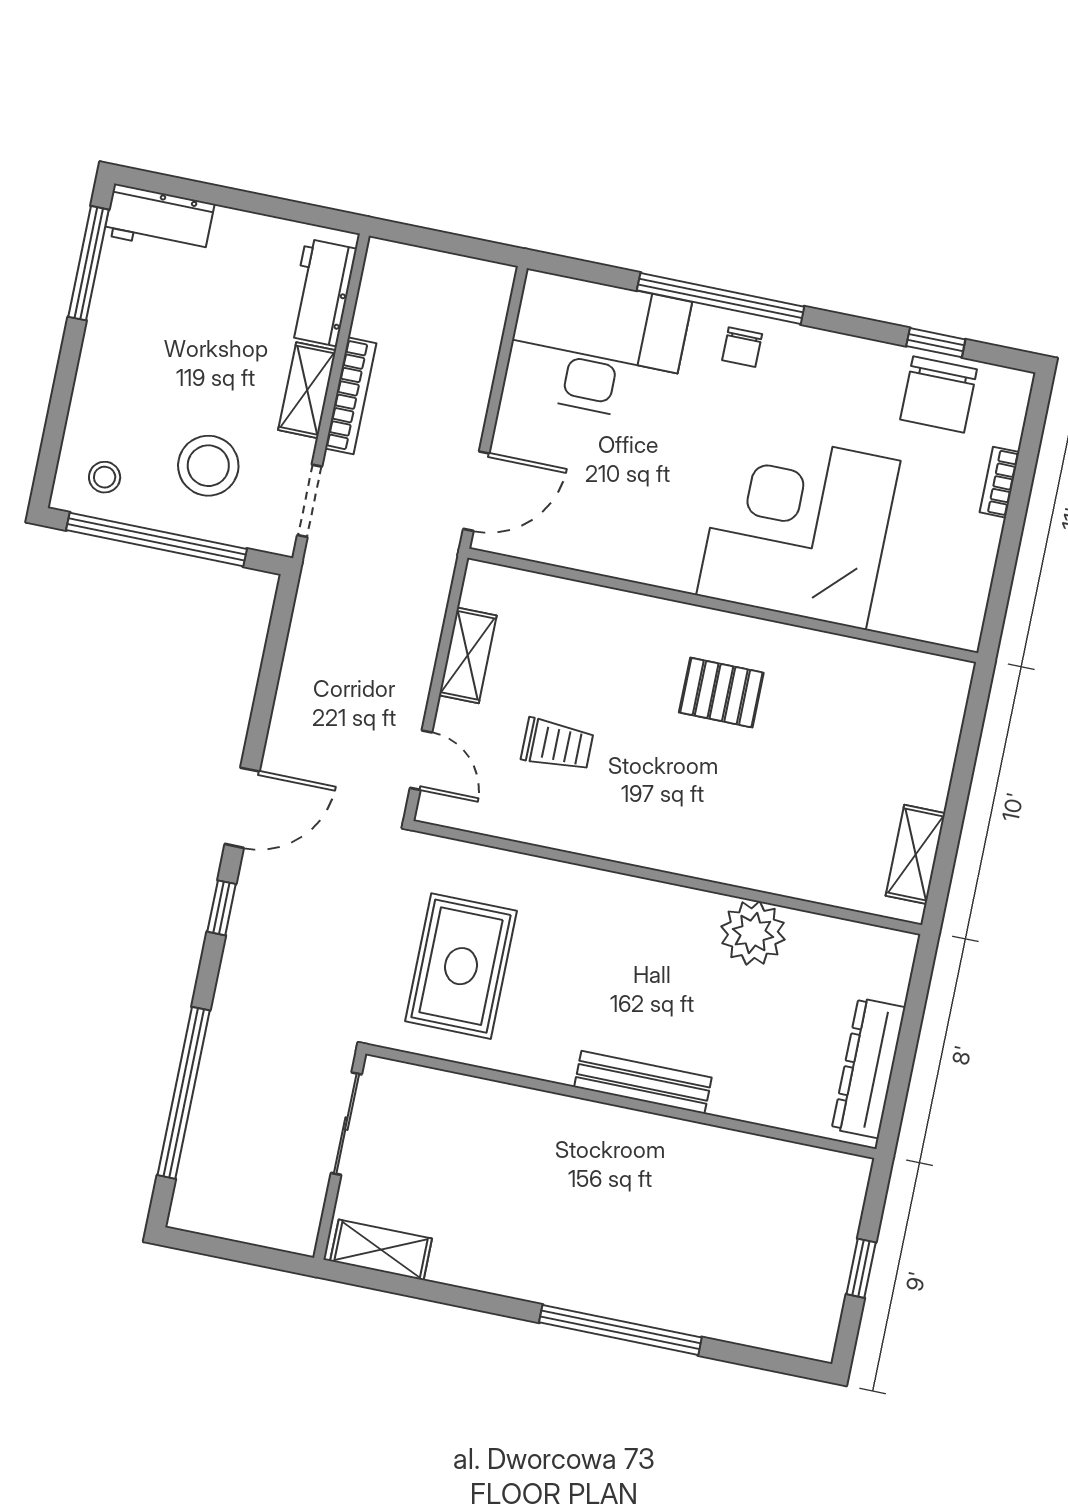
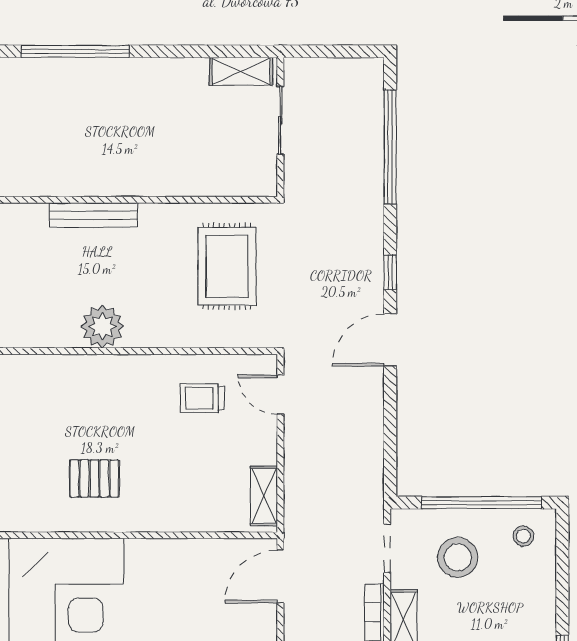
shelving: (468, 655) -> (264, 496), moved
trolley: (557, 745) -> (202, 398), moved
plant: (753, 933) -> (102, 327), moved
sliding door: (346, 1124) -> (280, 120), moved

